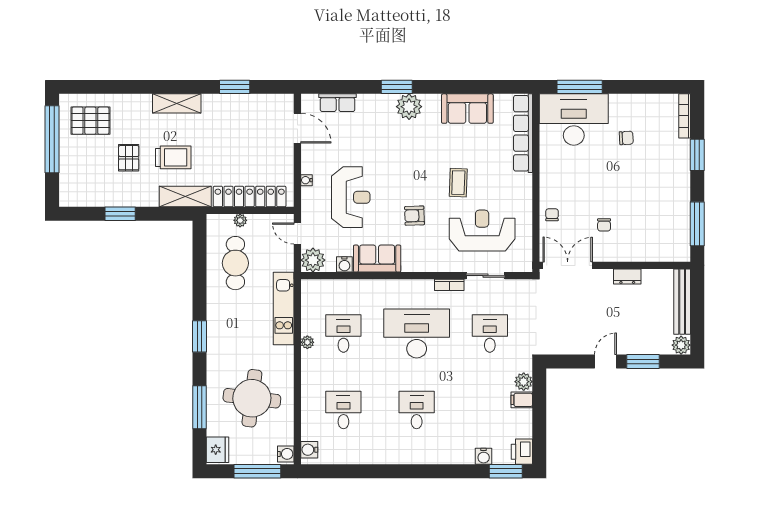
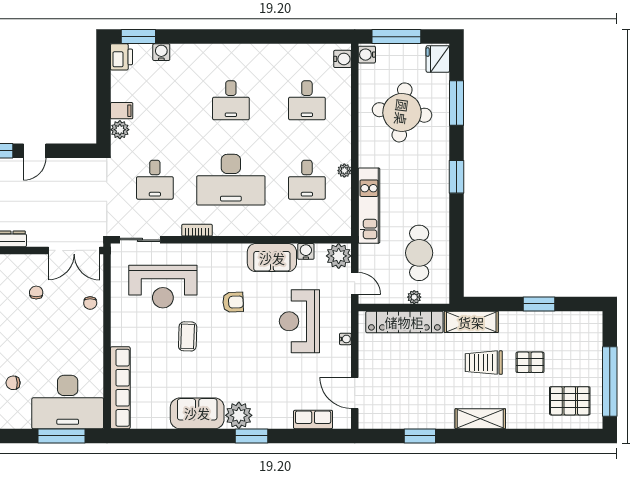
sofa: (467, 109) -> (197, 413), moved
pallet: (129, 158) -> (530, 362), turned 90
sliding door: (486, 276) -> (140, 240), moved

